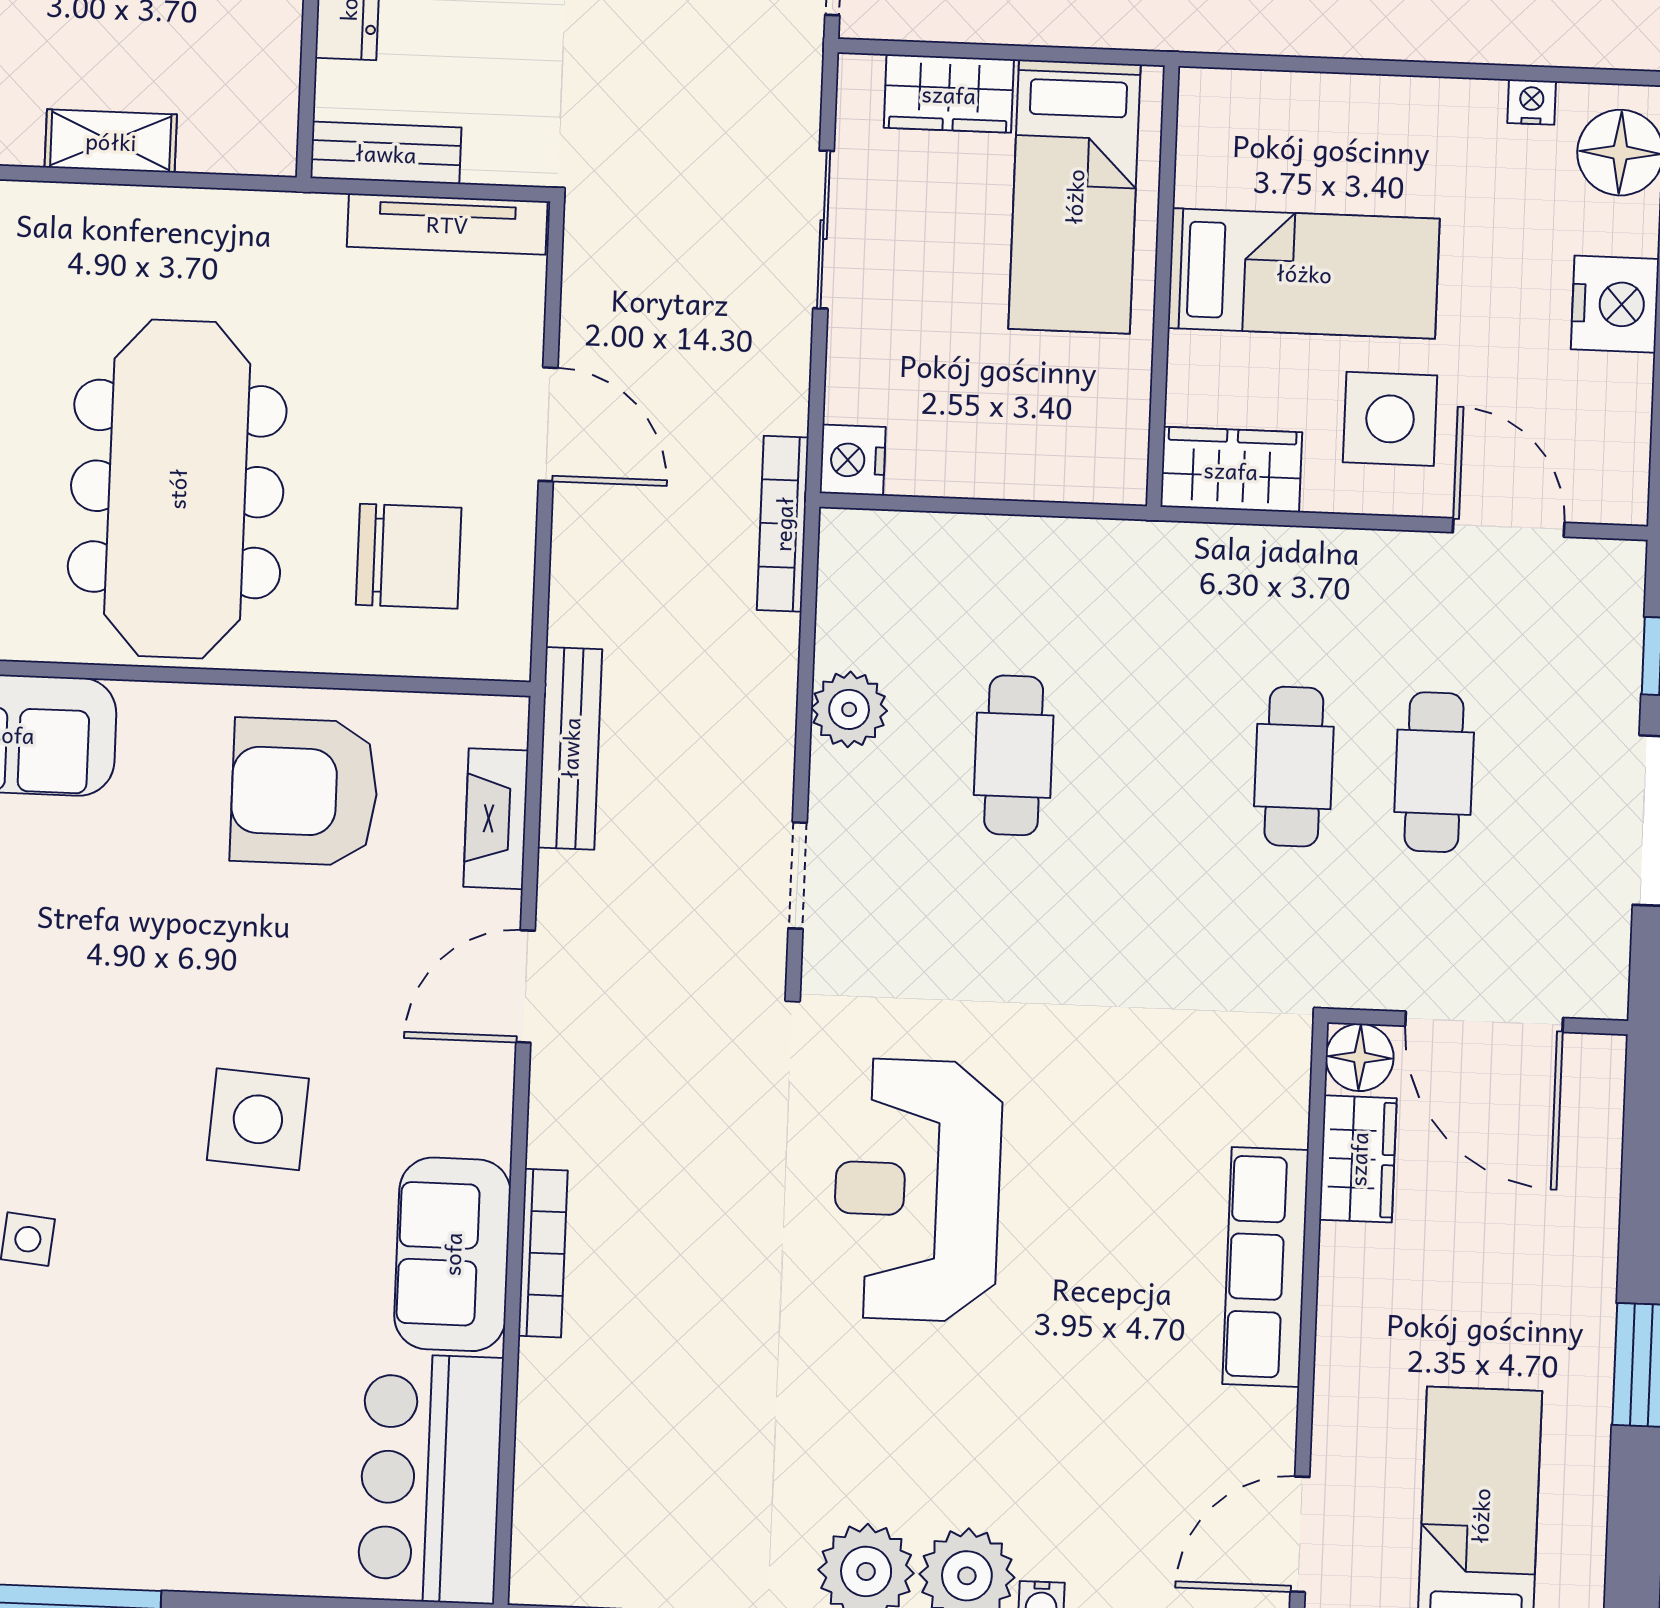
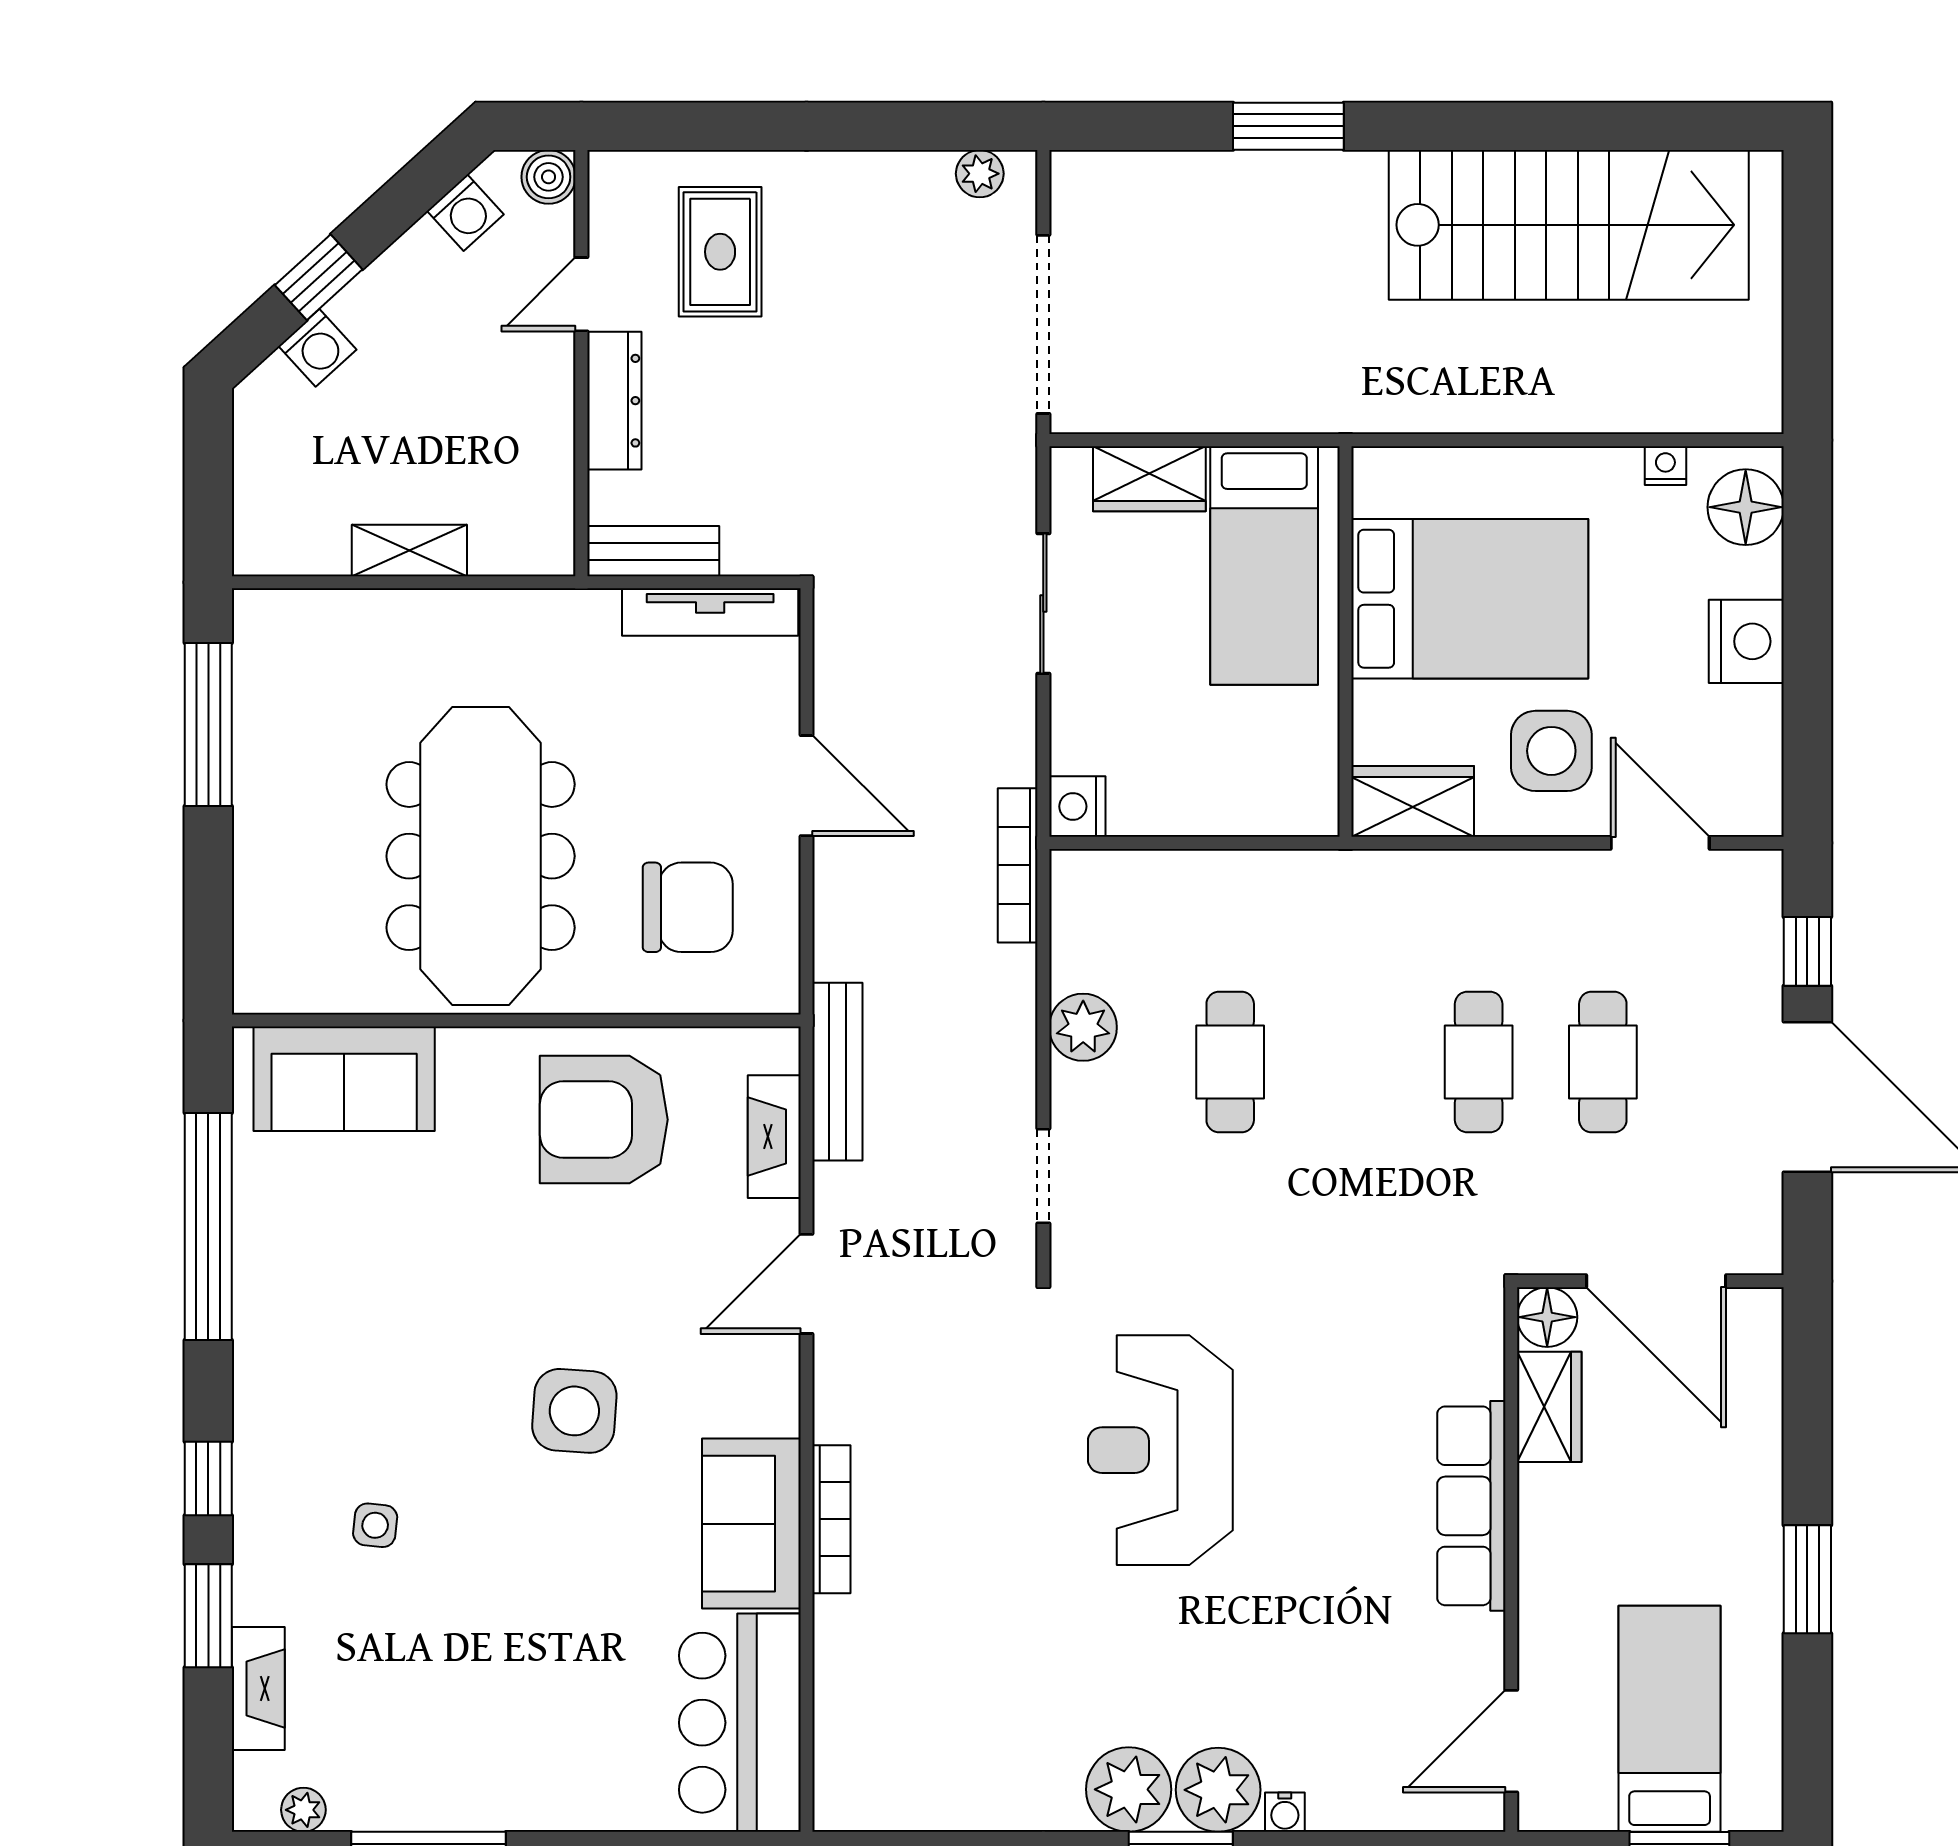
bed: (1304, 273) -> (1470, 599), width x1.50

